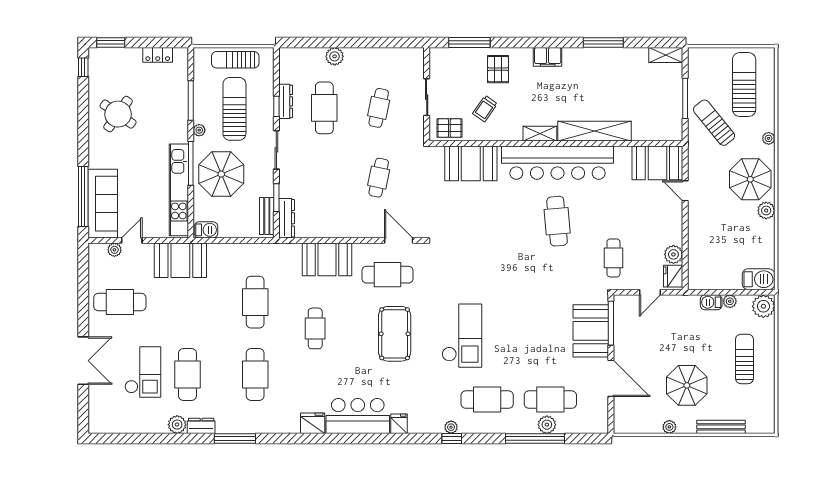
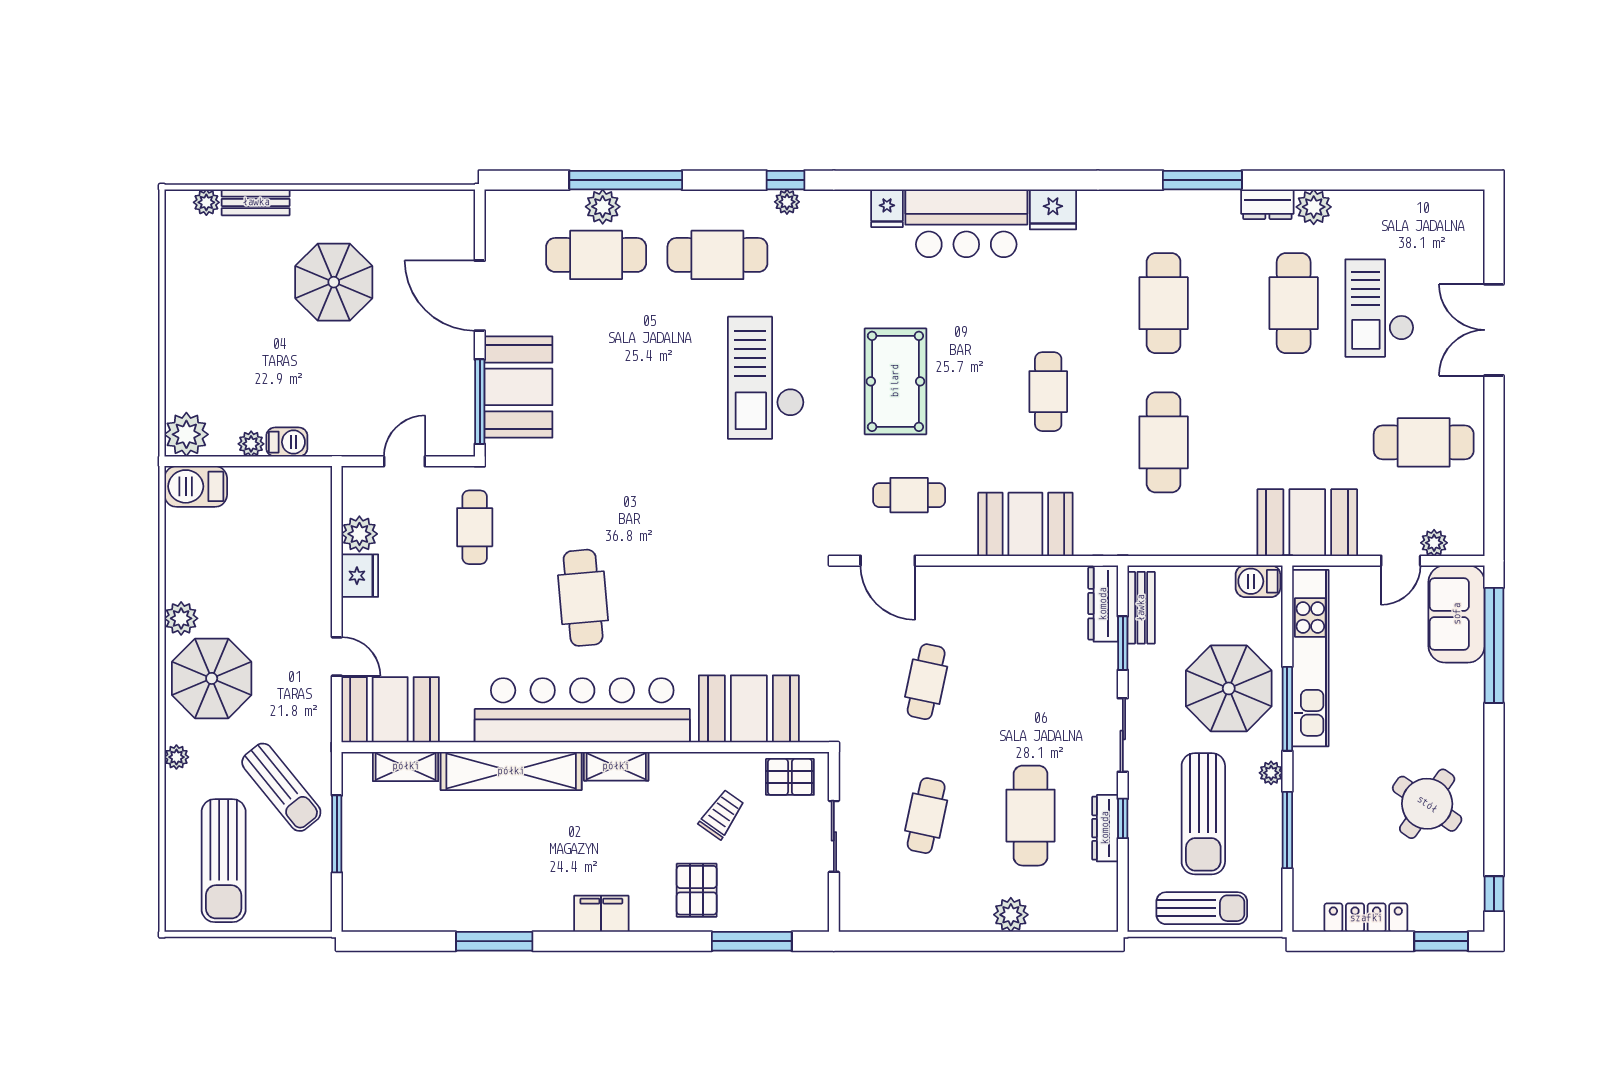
locker: (158, 55) -> (1366, 918), width x1.53
shelving: (666, 55) -> (406, 766), moved
sofa: (103, 204) -> (1457, 614), width x0.73
cafe table: (387, 275) -> (909, 495), width x0.73, depth x0.74
fridge: (673, 276) -> (360, 576), moved
sun lounger: (744, 359) -> (223, 333), removed
plant: (669, 427) -> (206, 202), moved
bench: (721, 427) -> (256, 202), width x0.73

